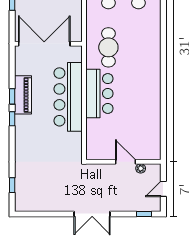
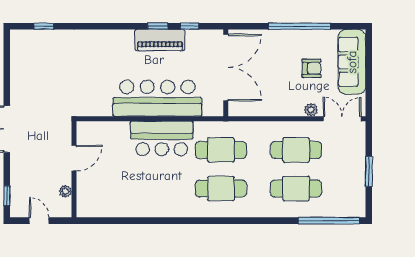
cafe table: (138, 47) -> (221, 189), added
window: (12, 119) -> (190, 26), moved
door: (125, 162) -> (74, 158), moved

